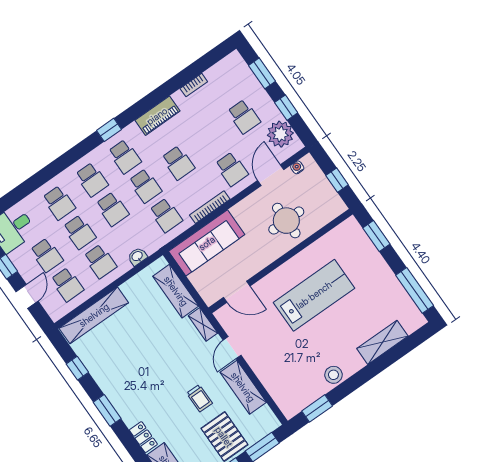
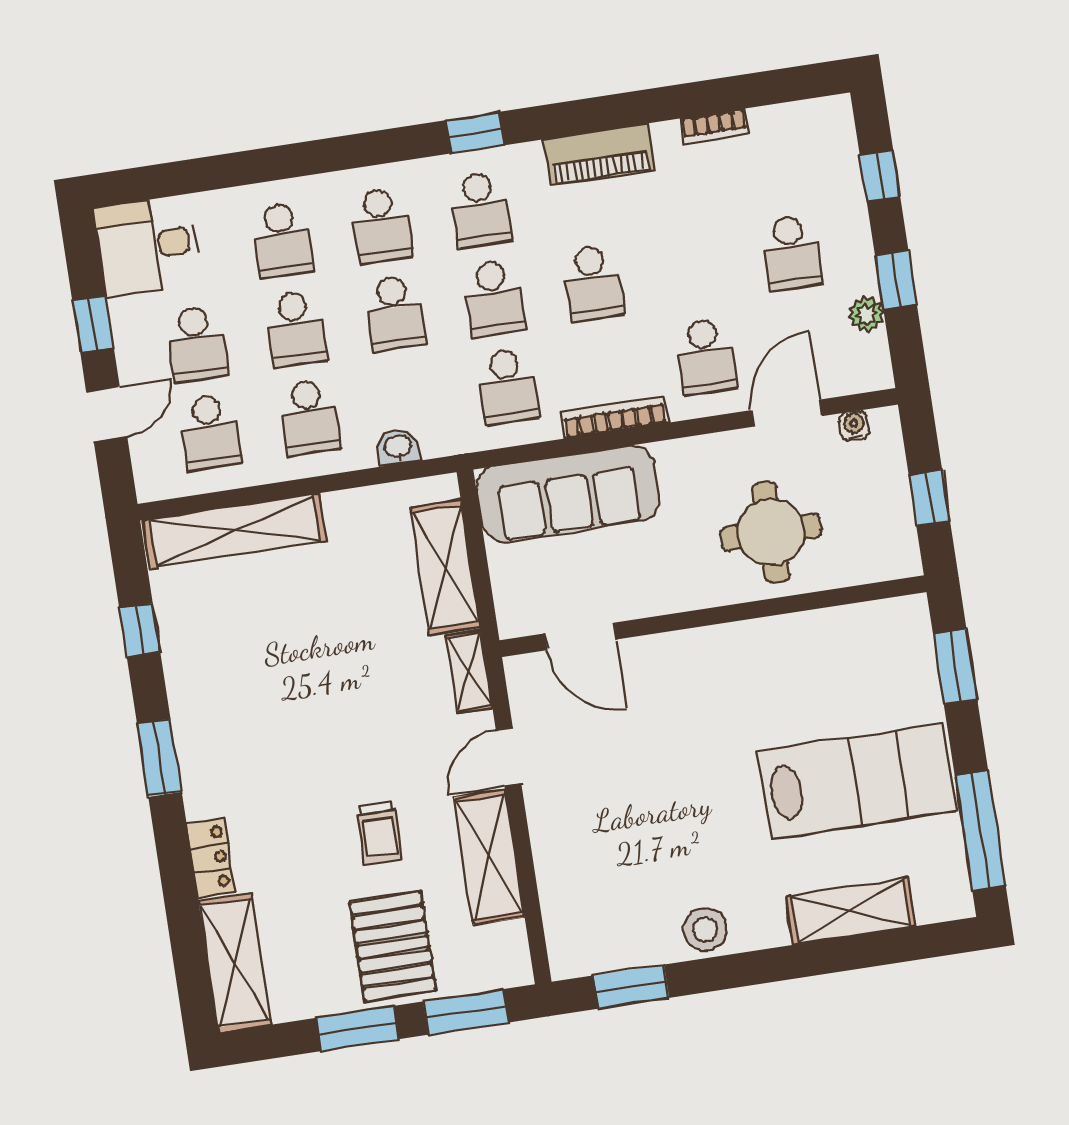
window: (262, 73) -> (880, 176), width x0.67
plant: (280, 134) -> (866, 315), width x0.53, depth x0.53
lab bench: (314, 295) -> (857, 781), moved

